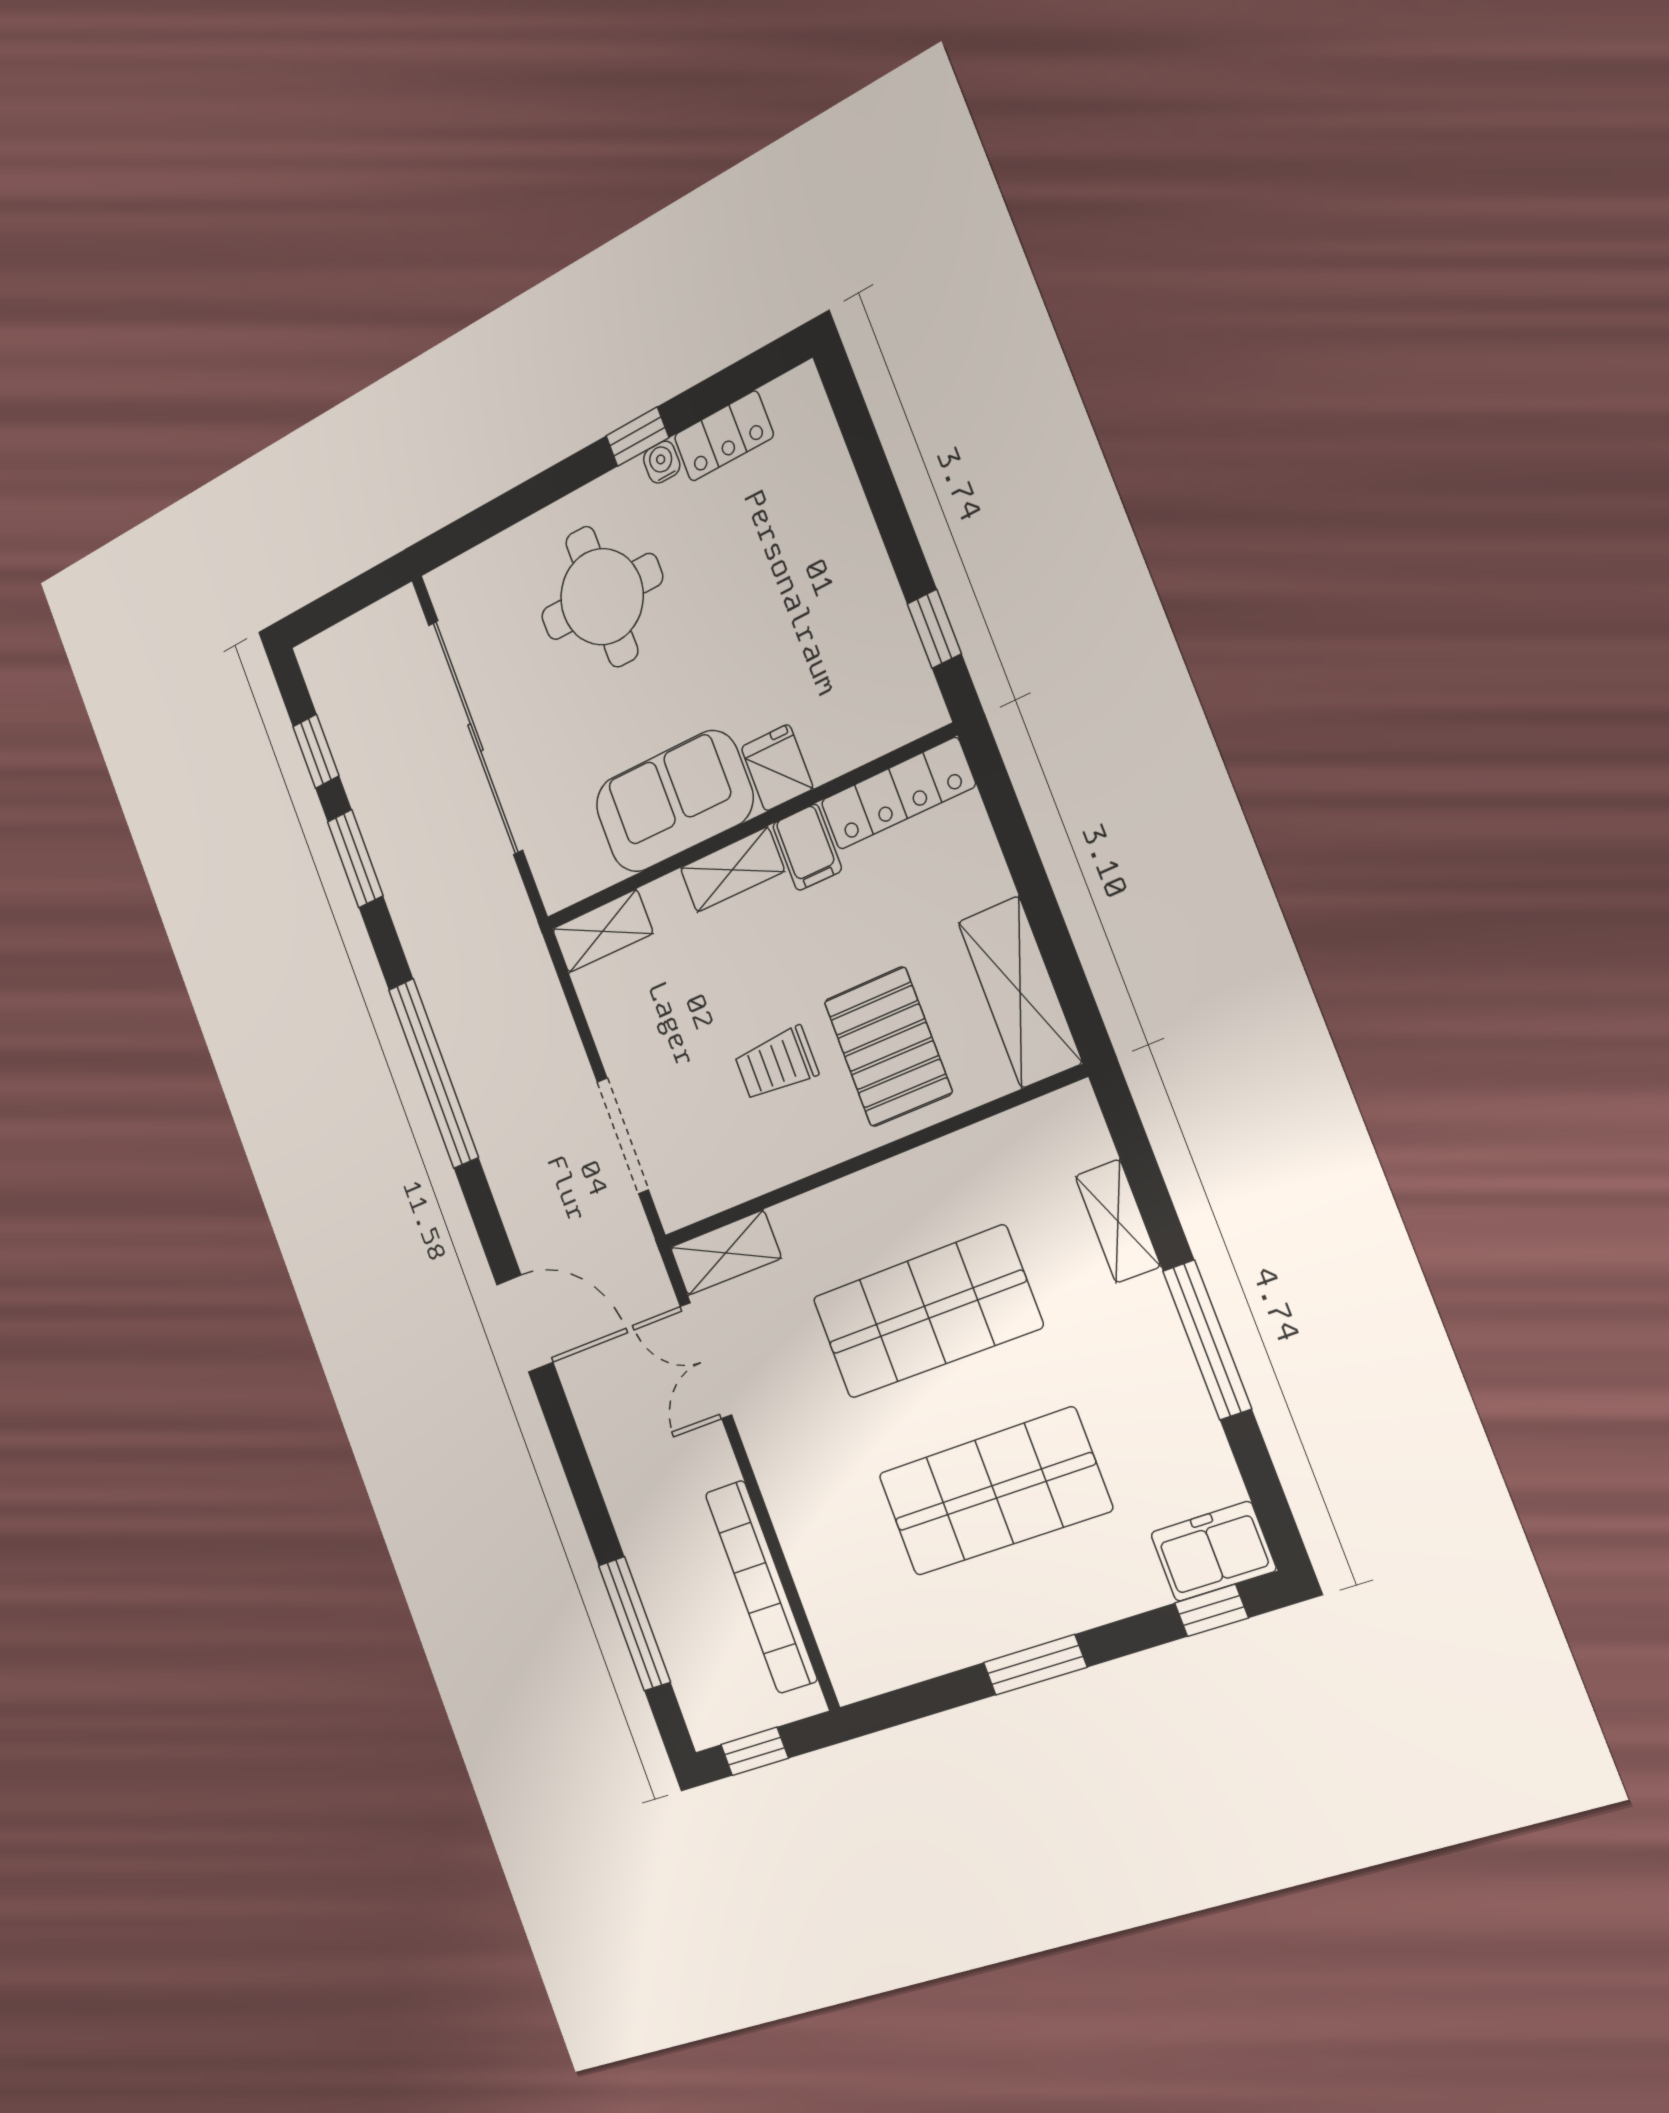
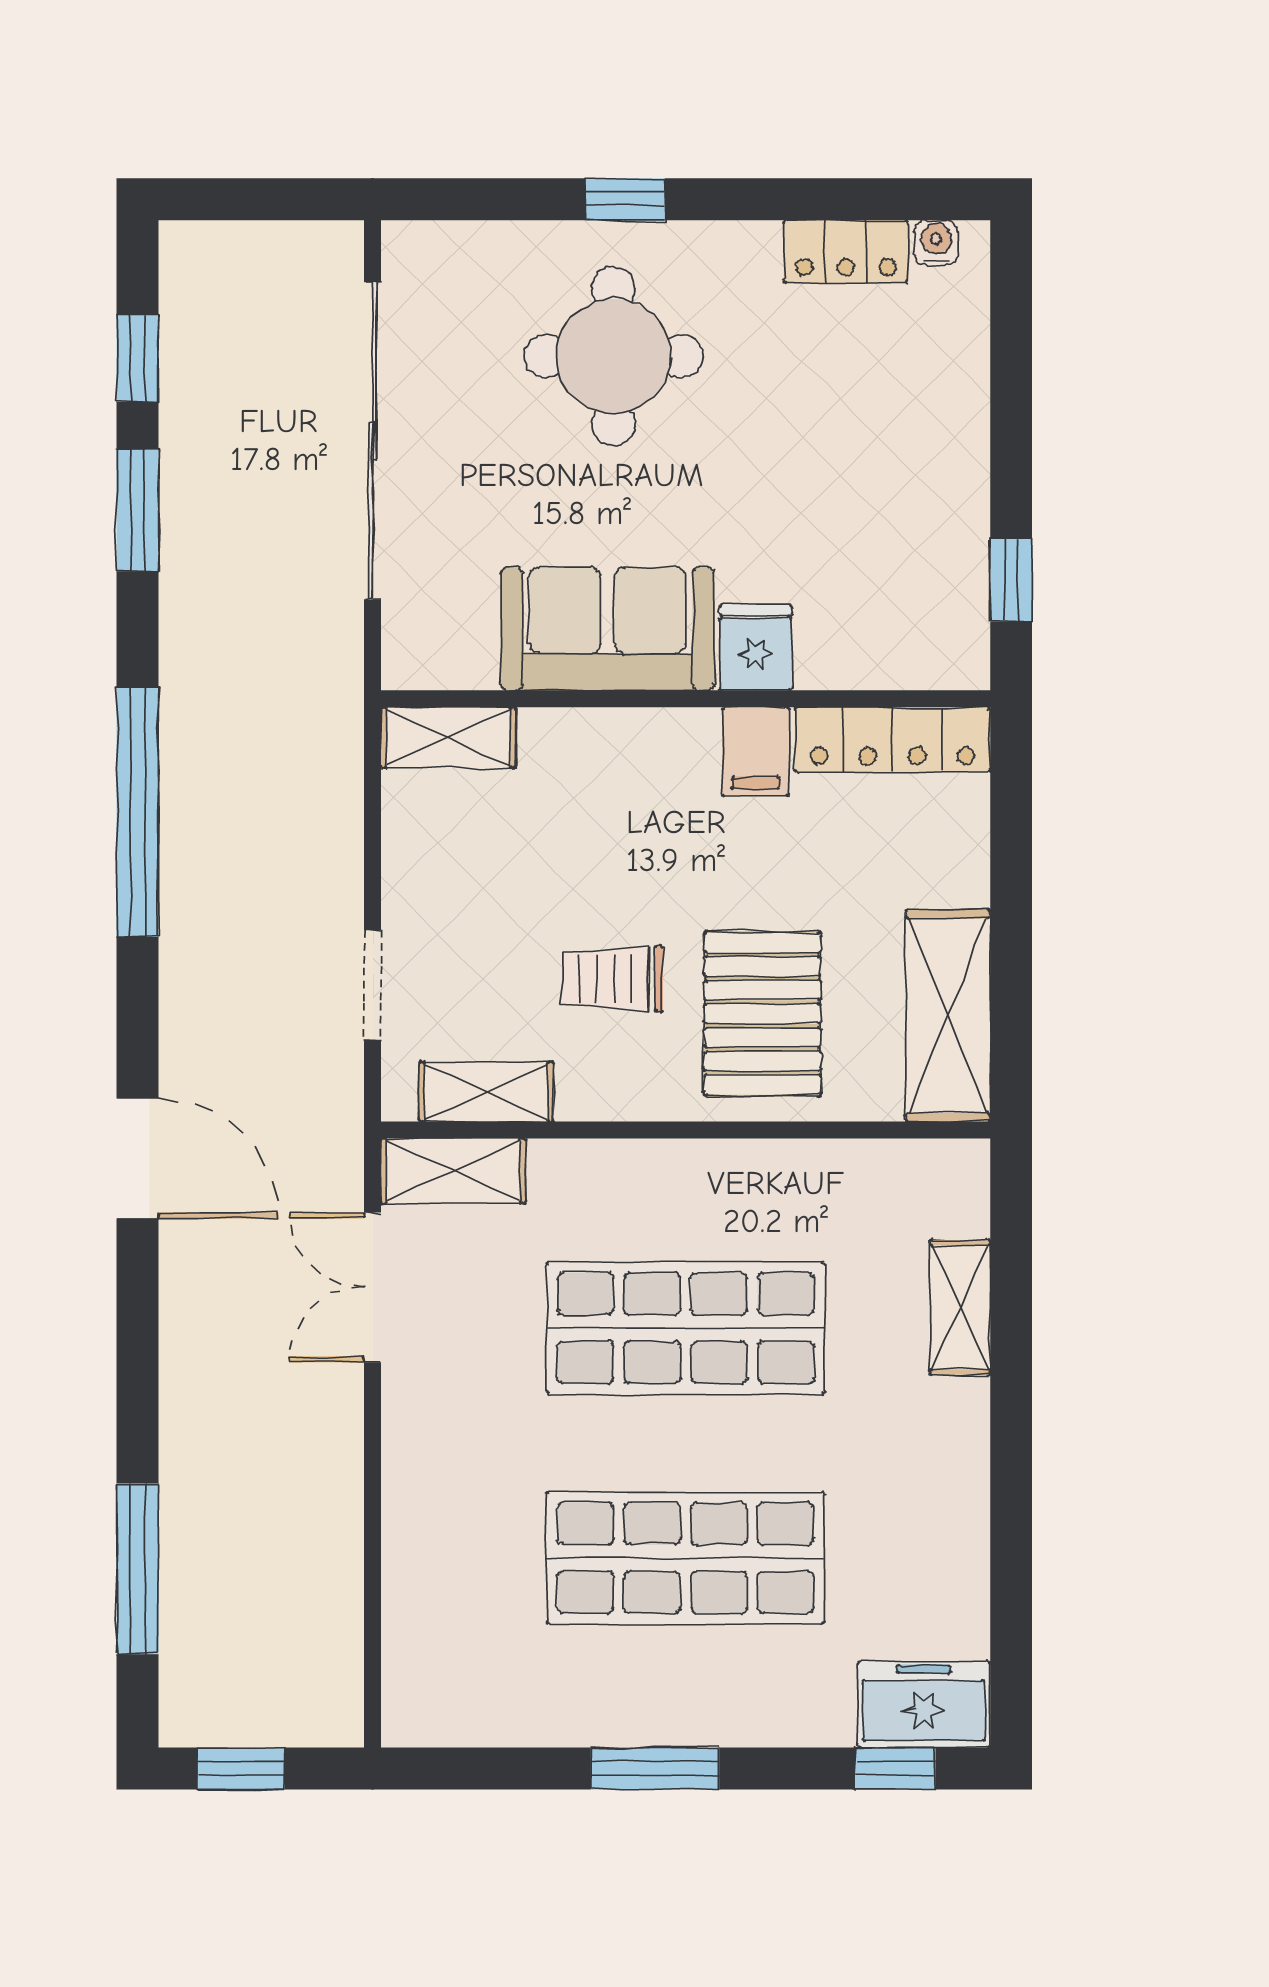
window: (637, 437) -> (625, 199), moved
water cooler: (662, 462) -> (936, 242), moved
shelving: (732, 870) -> (486, 1092), moved
doorway: (623, 1136) -> (373, 985), width x0.73
window: (1207, 1340) -> (1011, 1472), removed
bookcase: (761, 1587) -> (334, 1576), removed

